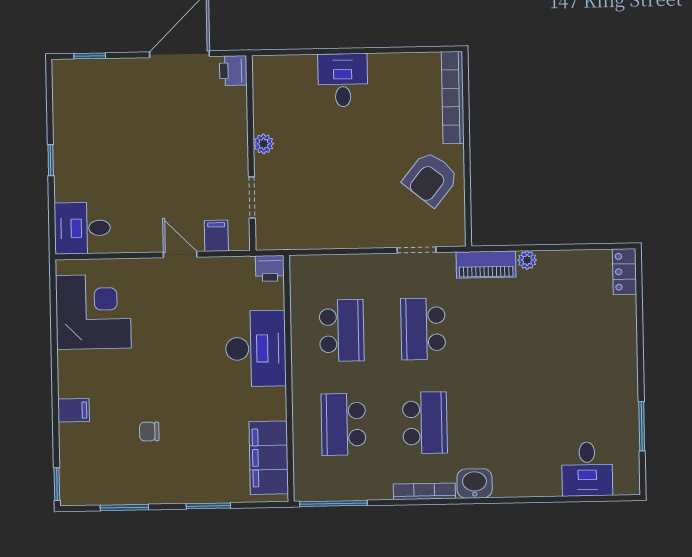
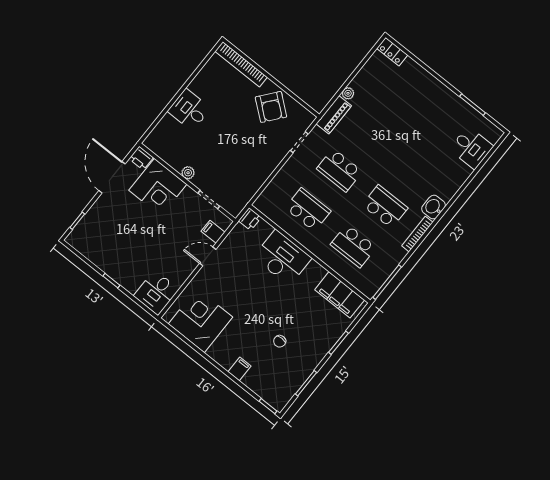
corner desk: (214, 121) -> (158, 187), added

